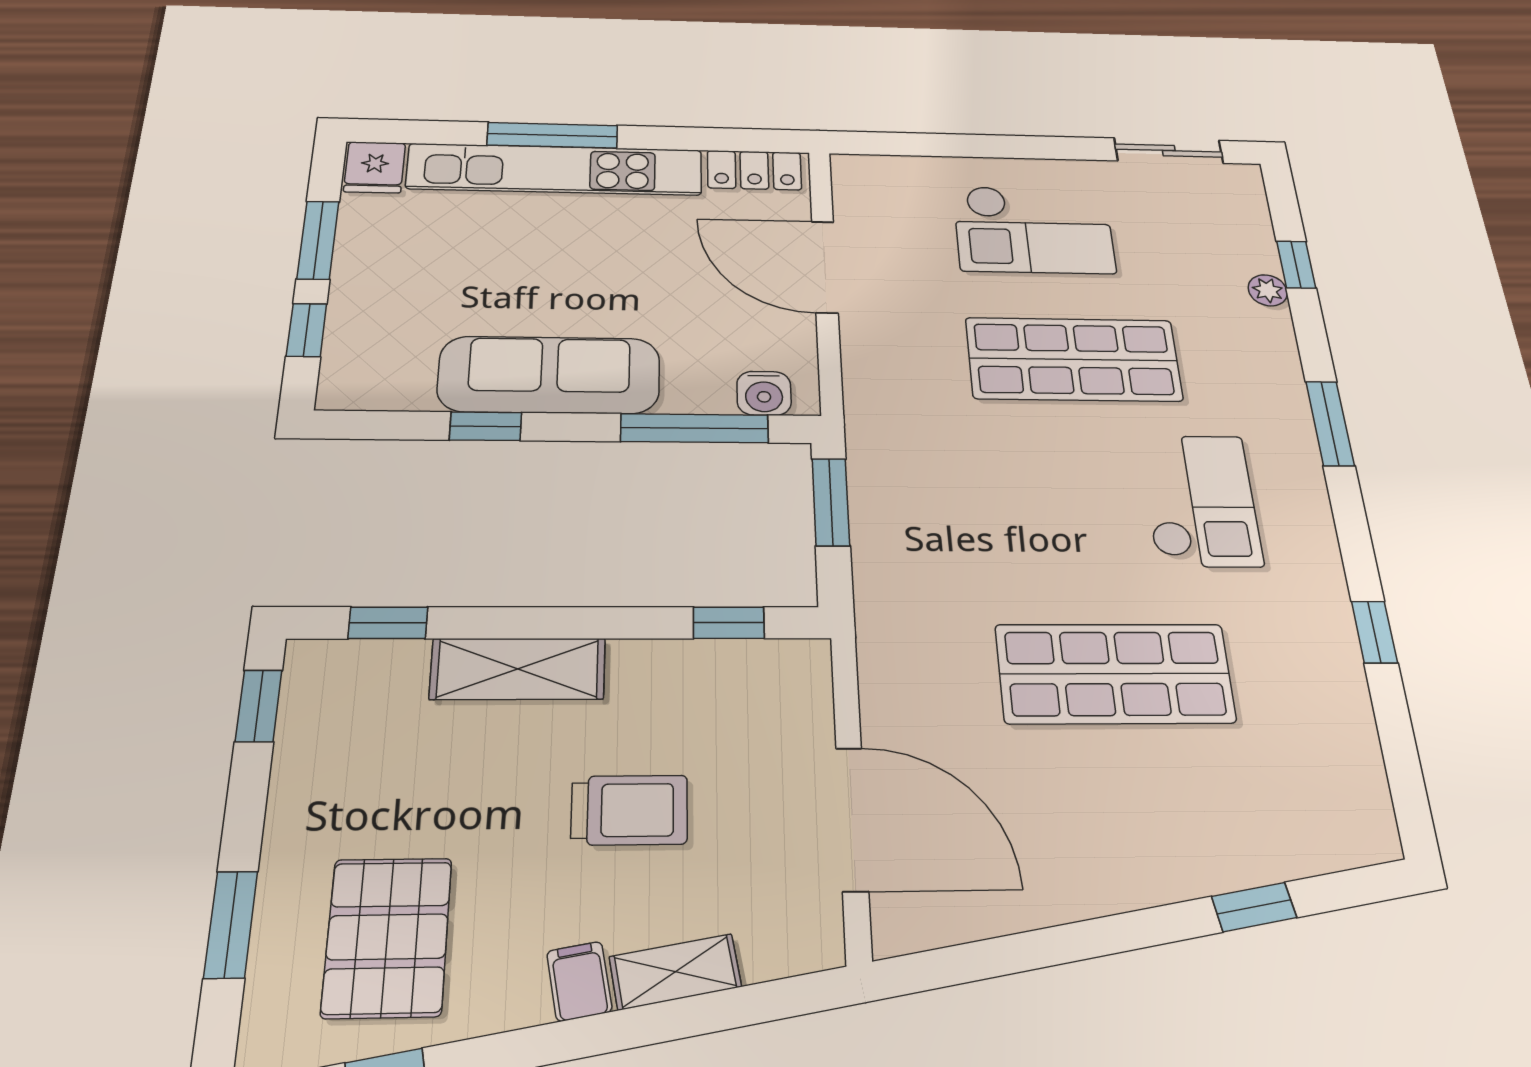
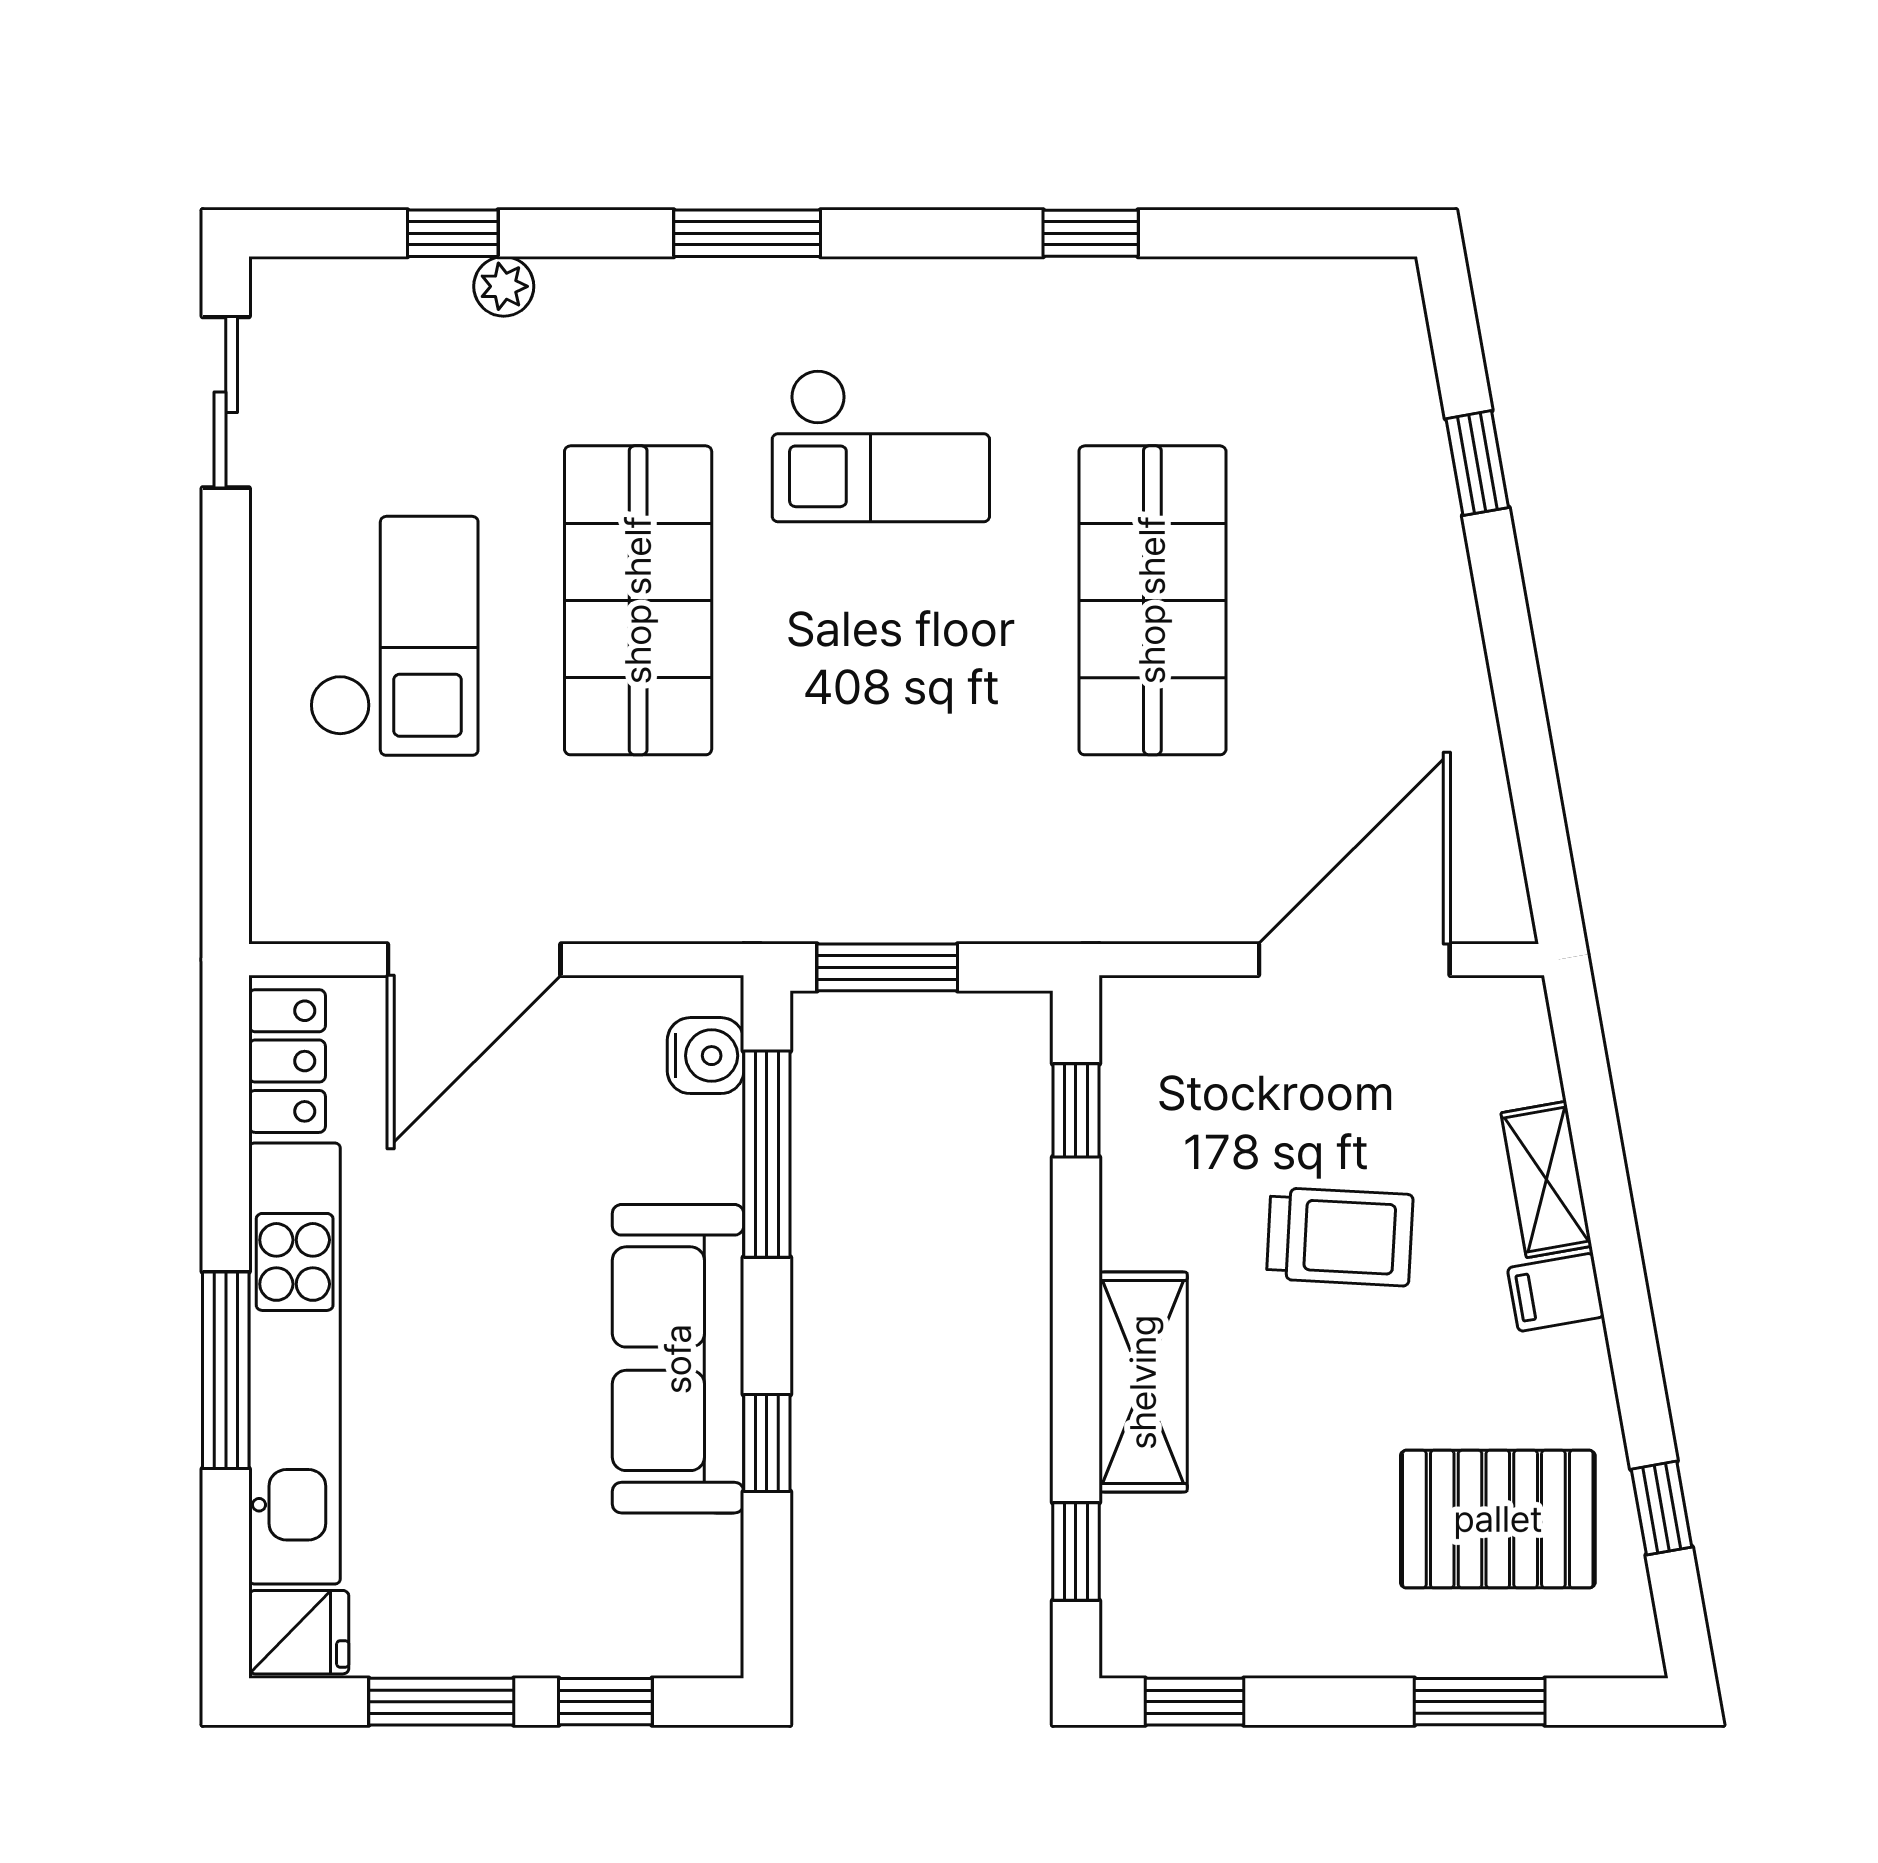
checkout: (1200, 500) -> (881, 446), turned 180
trolley: (629, 810) -> (1340, 1237), turned 93

